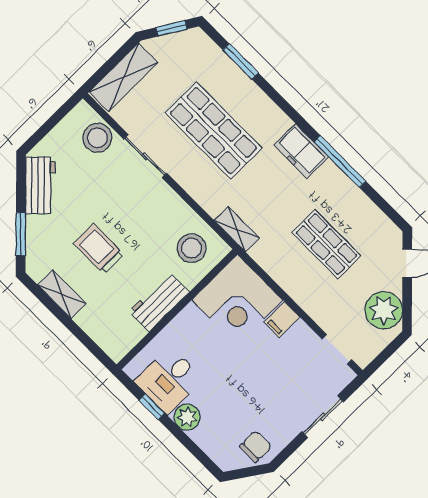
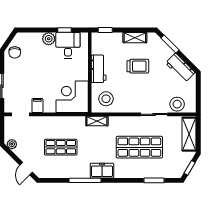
plant: (384, 310) -> (12, 144), width x0.53, depth x0.53
filing cabinet: (282, 320) -> (37, 105), moved
window: (93, 348) -> (105, 30), added

